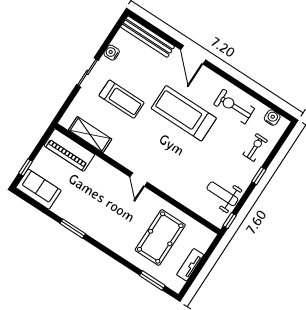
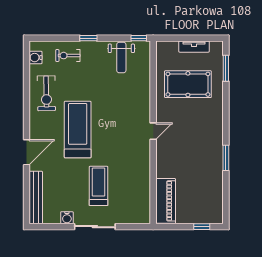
sliding door: (87, 72) -> (95, 227), width x1.37
treadmill: (184, 113) -> (78, 130), turned 180
shelving: (90, 135) -> (143, 193), removed
sofa: (38, 189) -> (212, 205), removed

